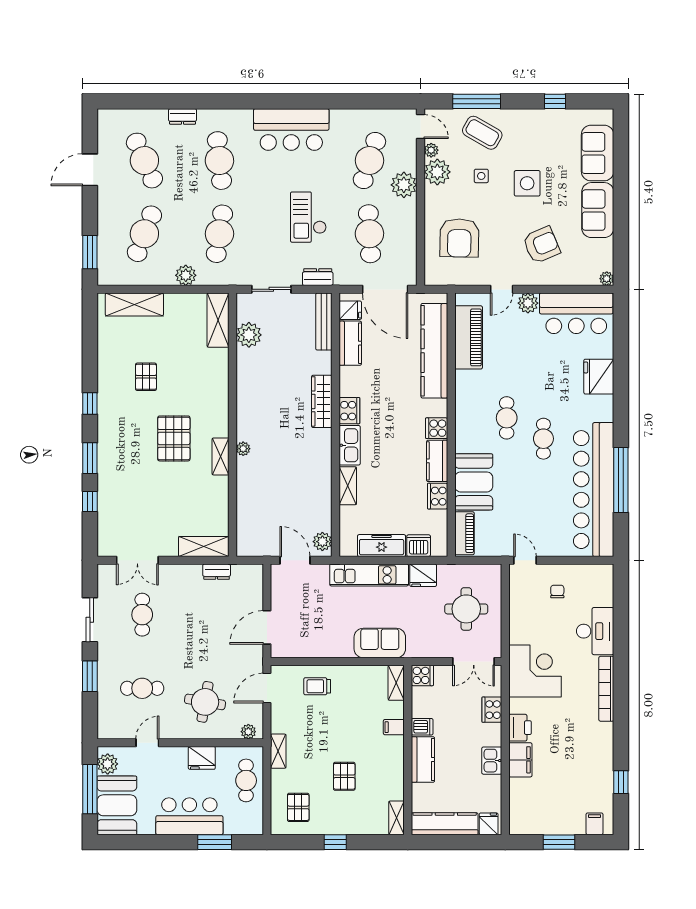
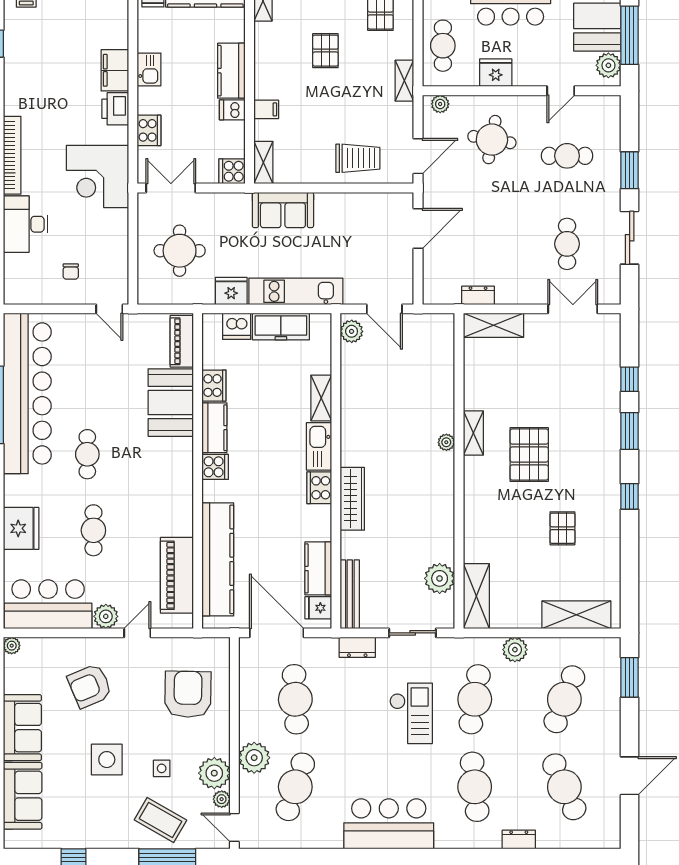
checkout: (308, 217) -> (411, 713), moved
cafe table: (507, 418) -> (93, 530), moved
trolley: (317, 686) -> (358, 158), width x1.36, depth x1.39

